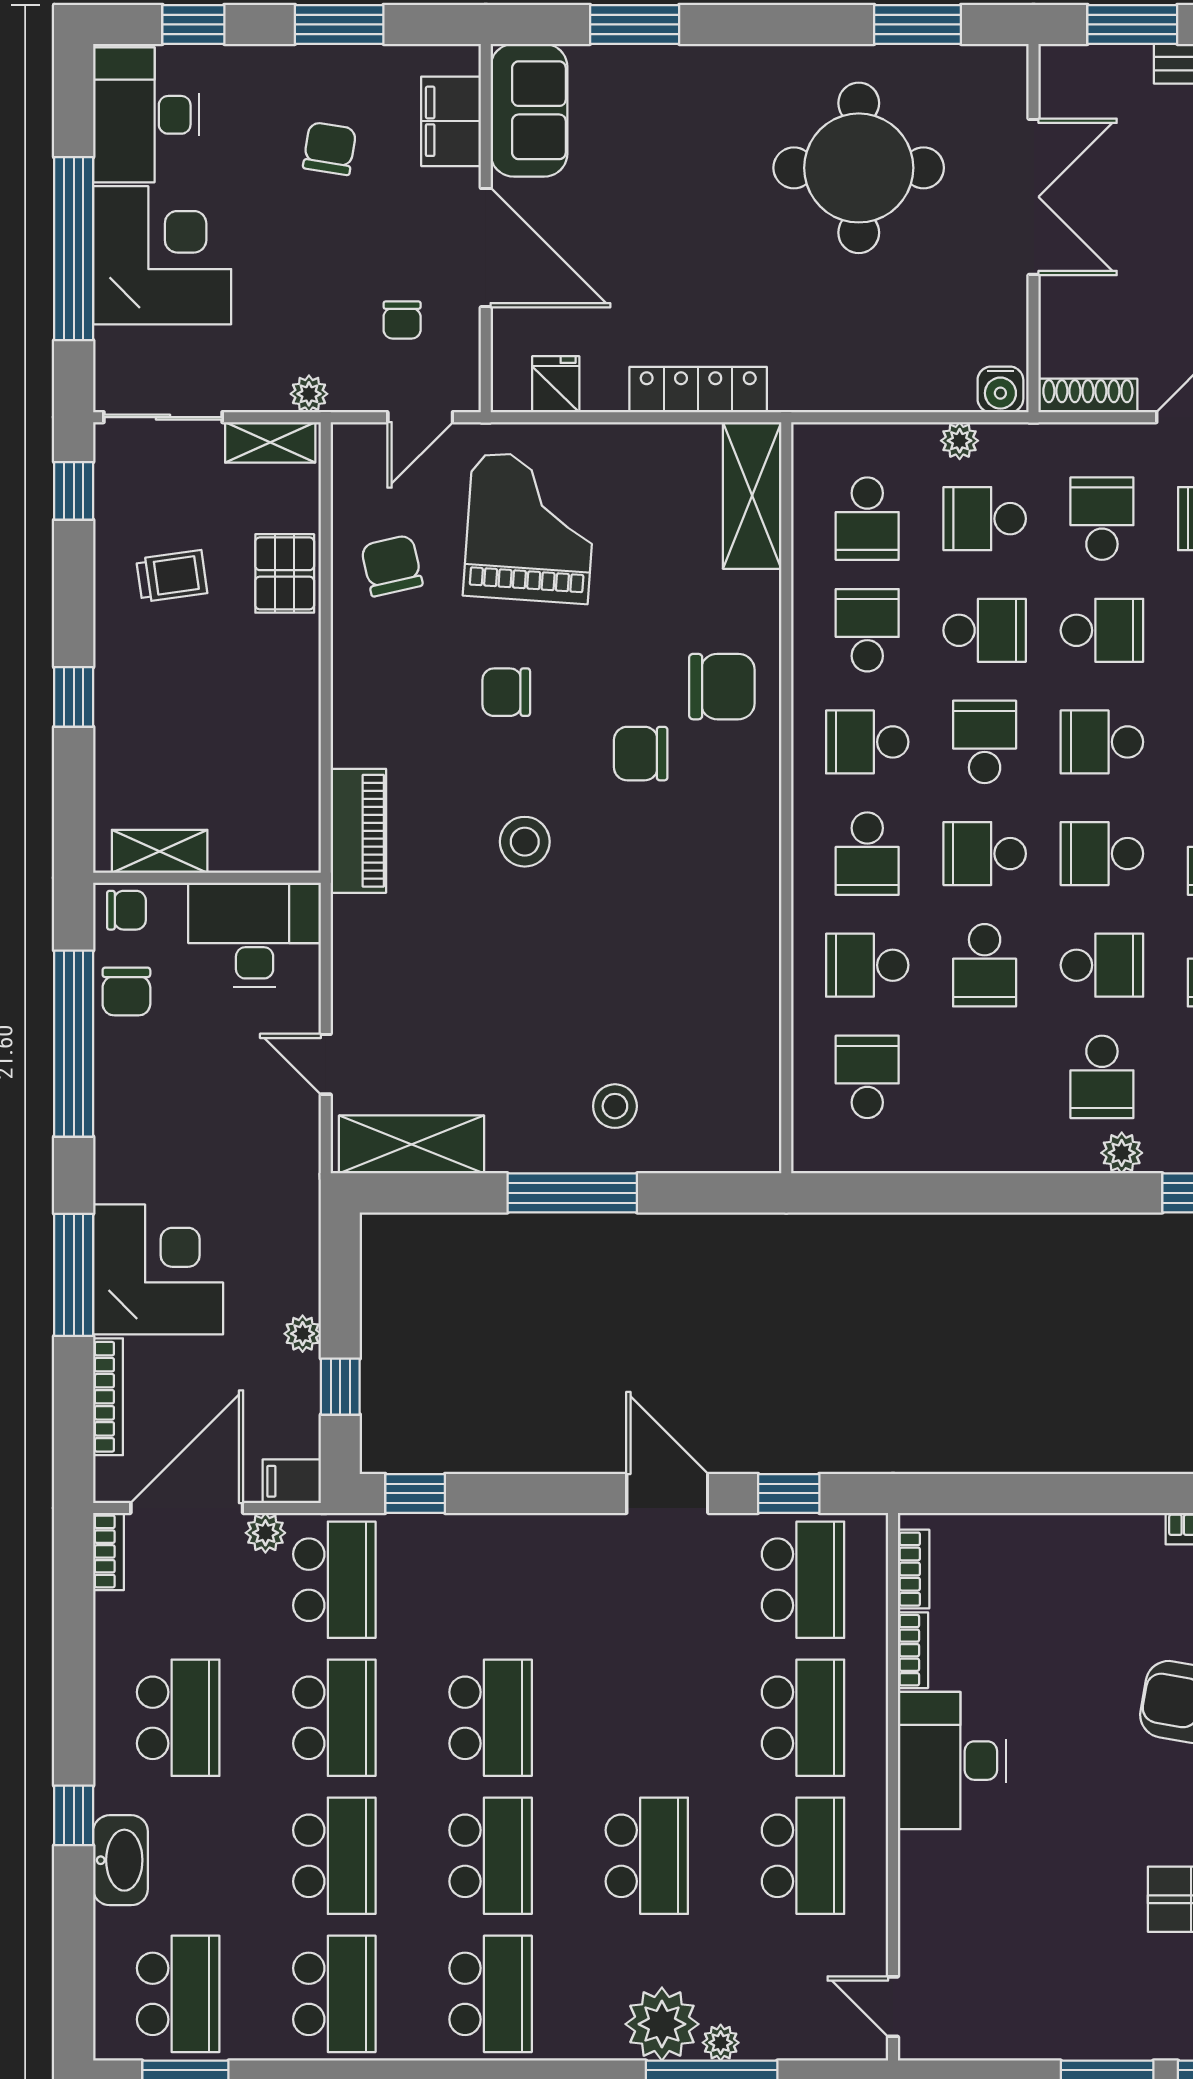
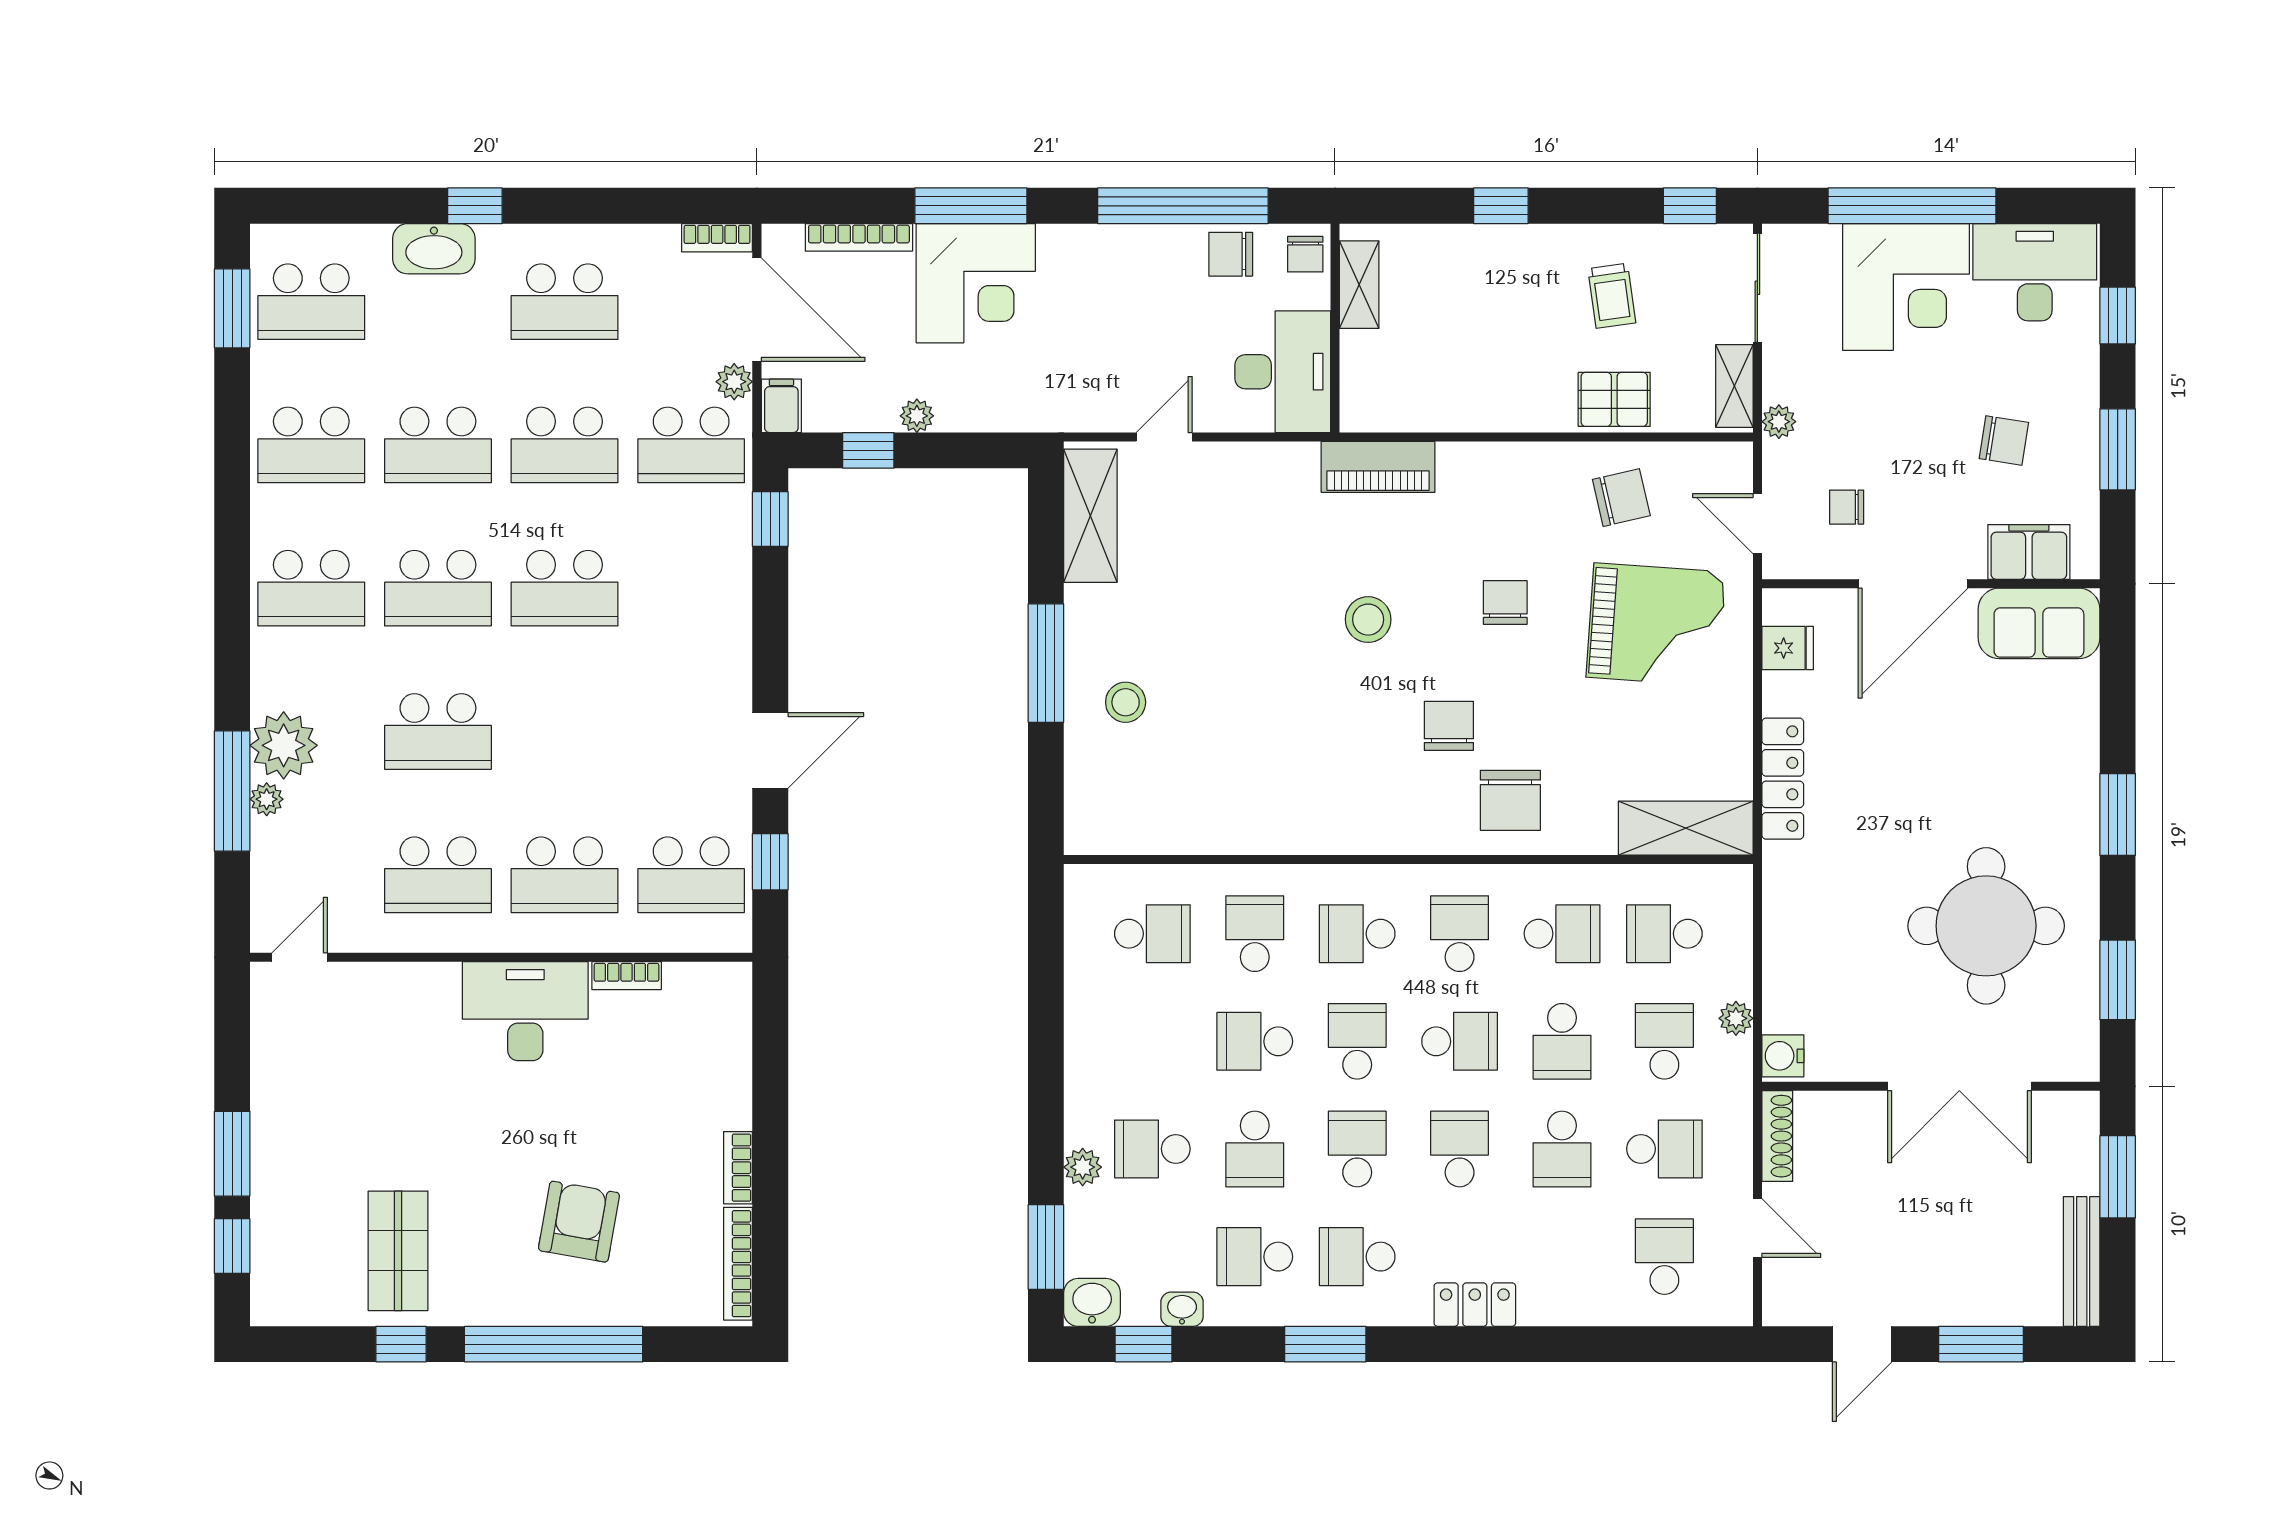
window: (635, 24) -> (2118, 814), moved
bookcase: (914, 1569) -> (738, 1168), moved, turned 90

